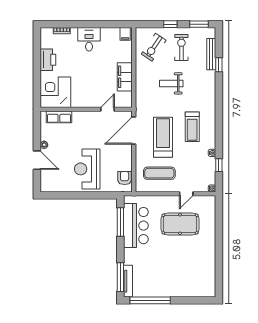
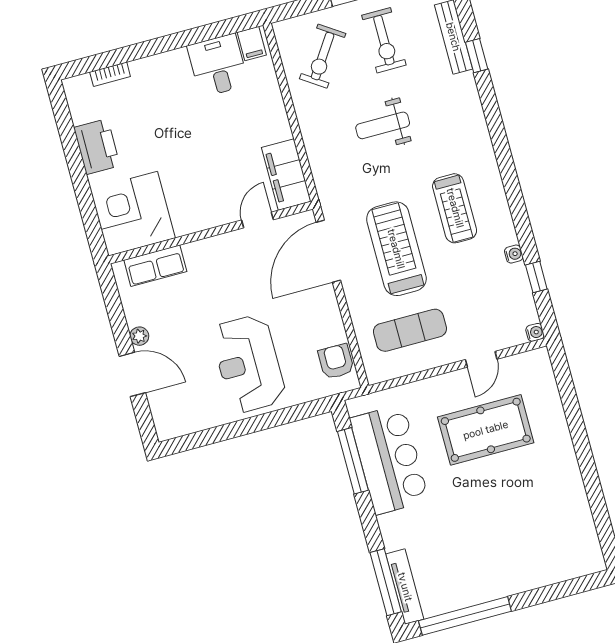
desk: (89, 39) -> (218, 65), moved
exercise bike: (181, 48) -> (384, 40), turned 180
filing cabinet: (125, 77) -> (286, 175), moved

